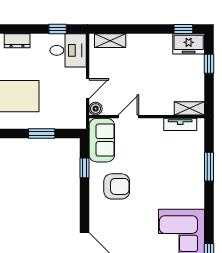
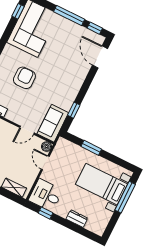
door: (88, 89) -> (45, 163), hinge flipped
armchair: (117, 186) -> (24, 78), moved, turned 90

